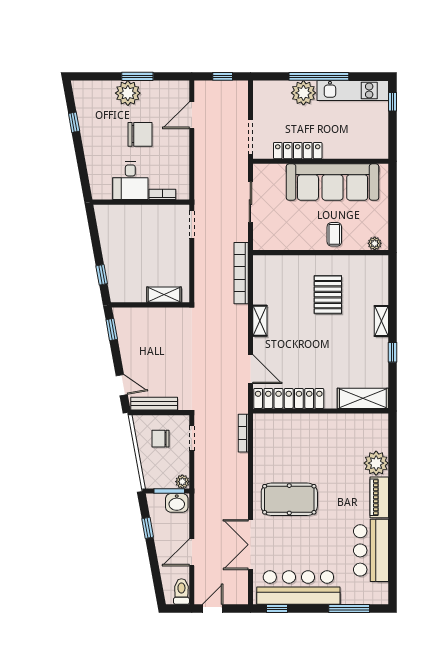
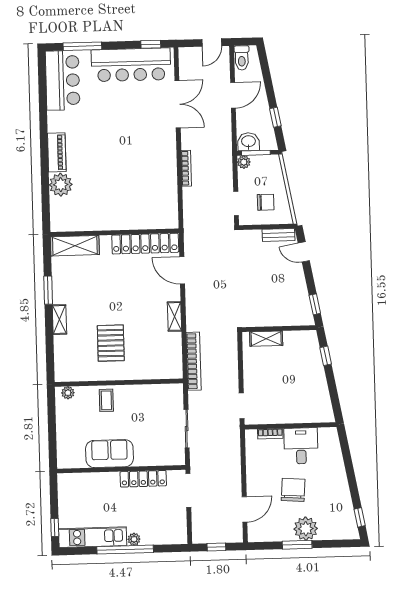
plant: (303, 93) -> (134, 539), width x0.53, depth x0.53
window: (74, 122) -> (360, 517), moved
chair: (140, 134) -> (293, 490), turned 94
sofa: (333, 182) -> (109, 454), width x0.54, depth x0.79
window: (392, 352) -> (48, 290), width x1.50
bench: (154, 404) -> (278, 235), width x0.73
bookcase: (243, 433) -> (186, 168), moved
pool table: (289, 499) -> (142, 148), removed
bar counter: (371, 550) -> (63, 80), moved

